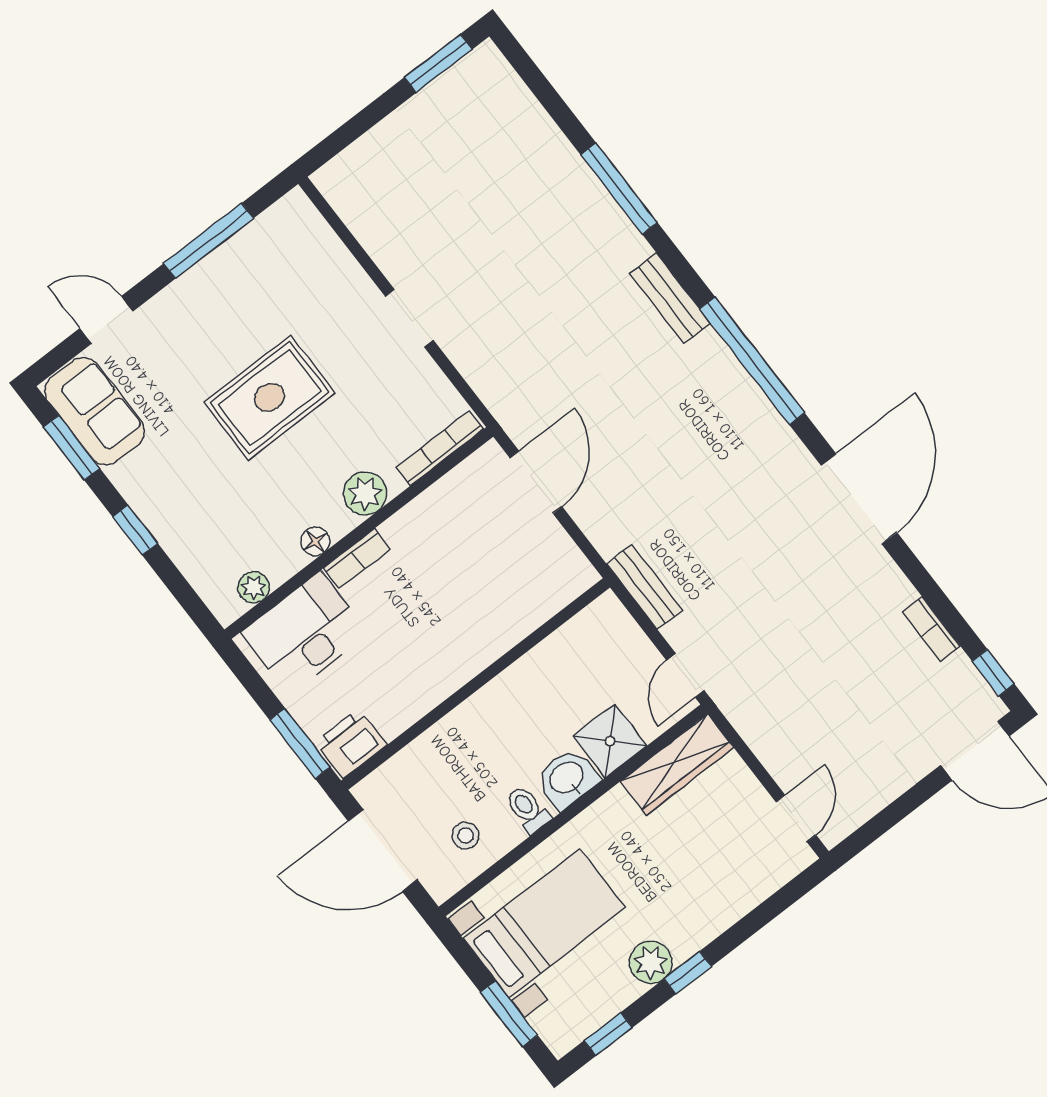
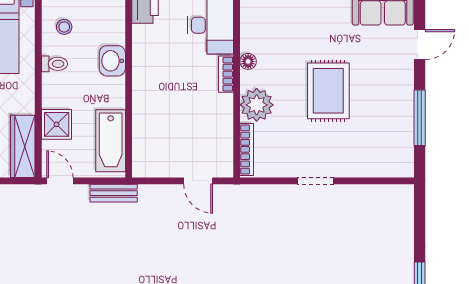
door: (536, 482) -> (198, 181), width x0.73
plant: (365, 494) -> (257, 105), width x1.36, depth x1.36
plant: (254, 587) -> (249, 18), removed
bathtub: (574, 648) -> (111, 141), added
washbasin: (567, 778) -> (112, 61), moved, turned 180

